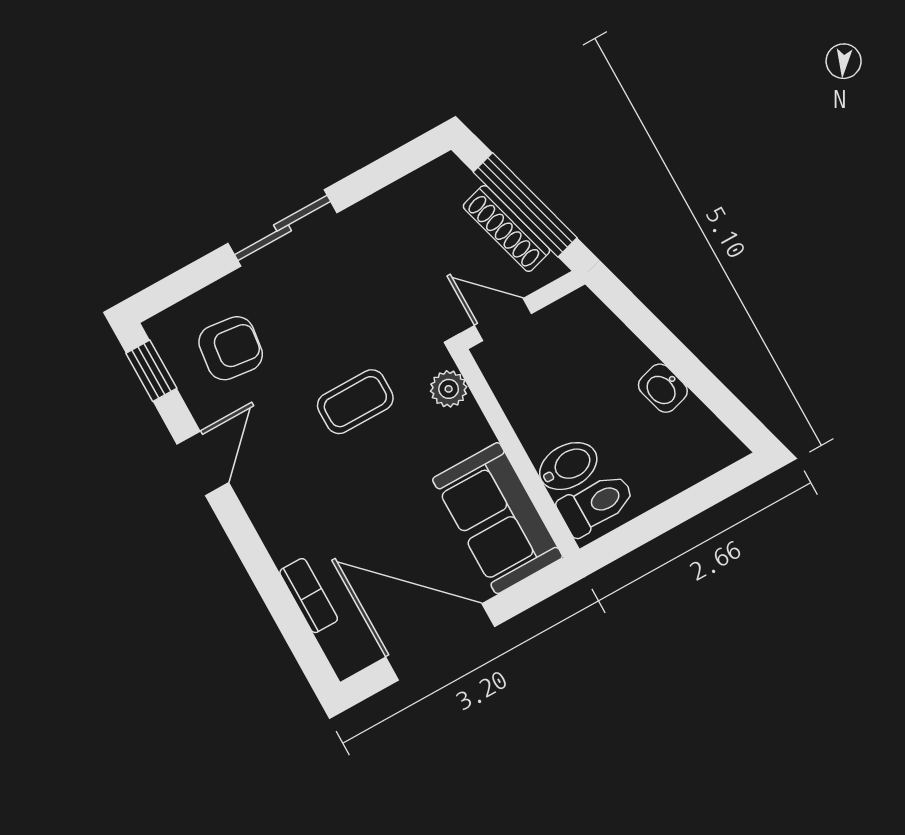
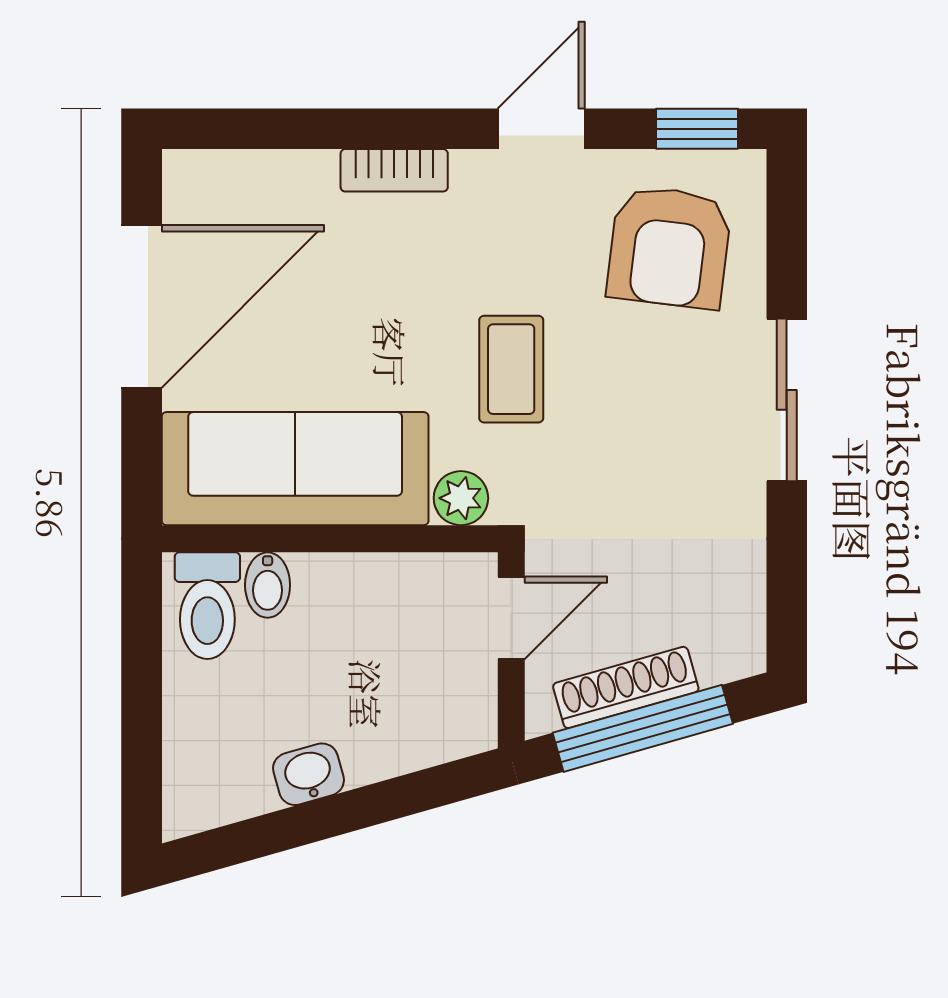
armchair: (231, 348) -> (669, 247), width x1.38, depth x1.38
door: (203, 463) -> (541, 129), swing flipped
bidet: (568, 466) -> (268, 585), width x0.72, depth x0.74
sofa: (498, 518) -> (295, 469), width x1.36
bookcase: (309, 596) -> (394, 170), moved

